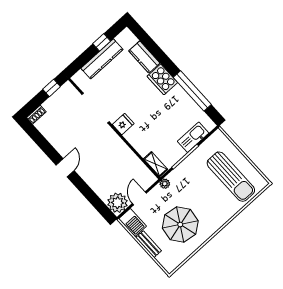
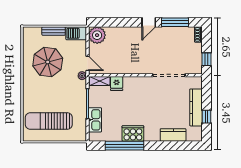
cooker: (162, 79) -> (133, 133), moved
fridge: (123, 124) -> (117, 84), moved
window: (44, 145) -> (175, 22), added
door: (65, 168) -> (149, 22), hinge flipped
door: (139, 198) -> (87, 63), moved

